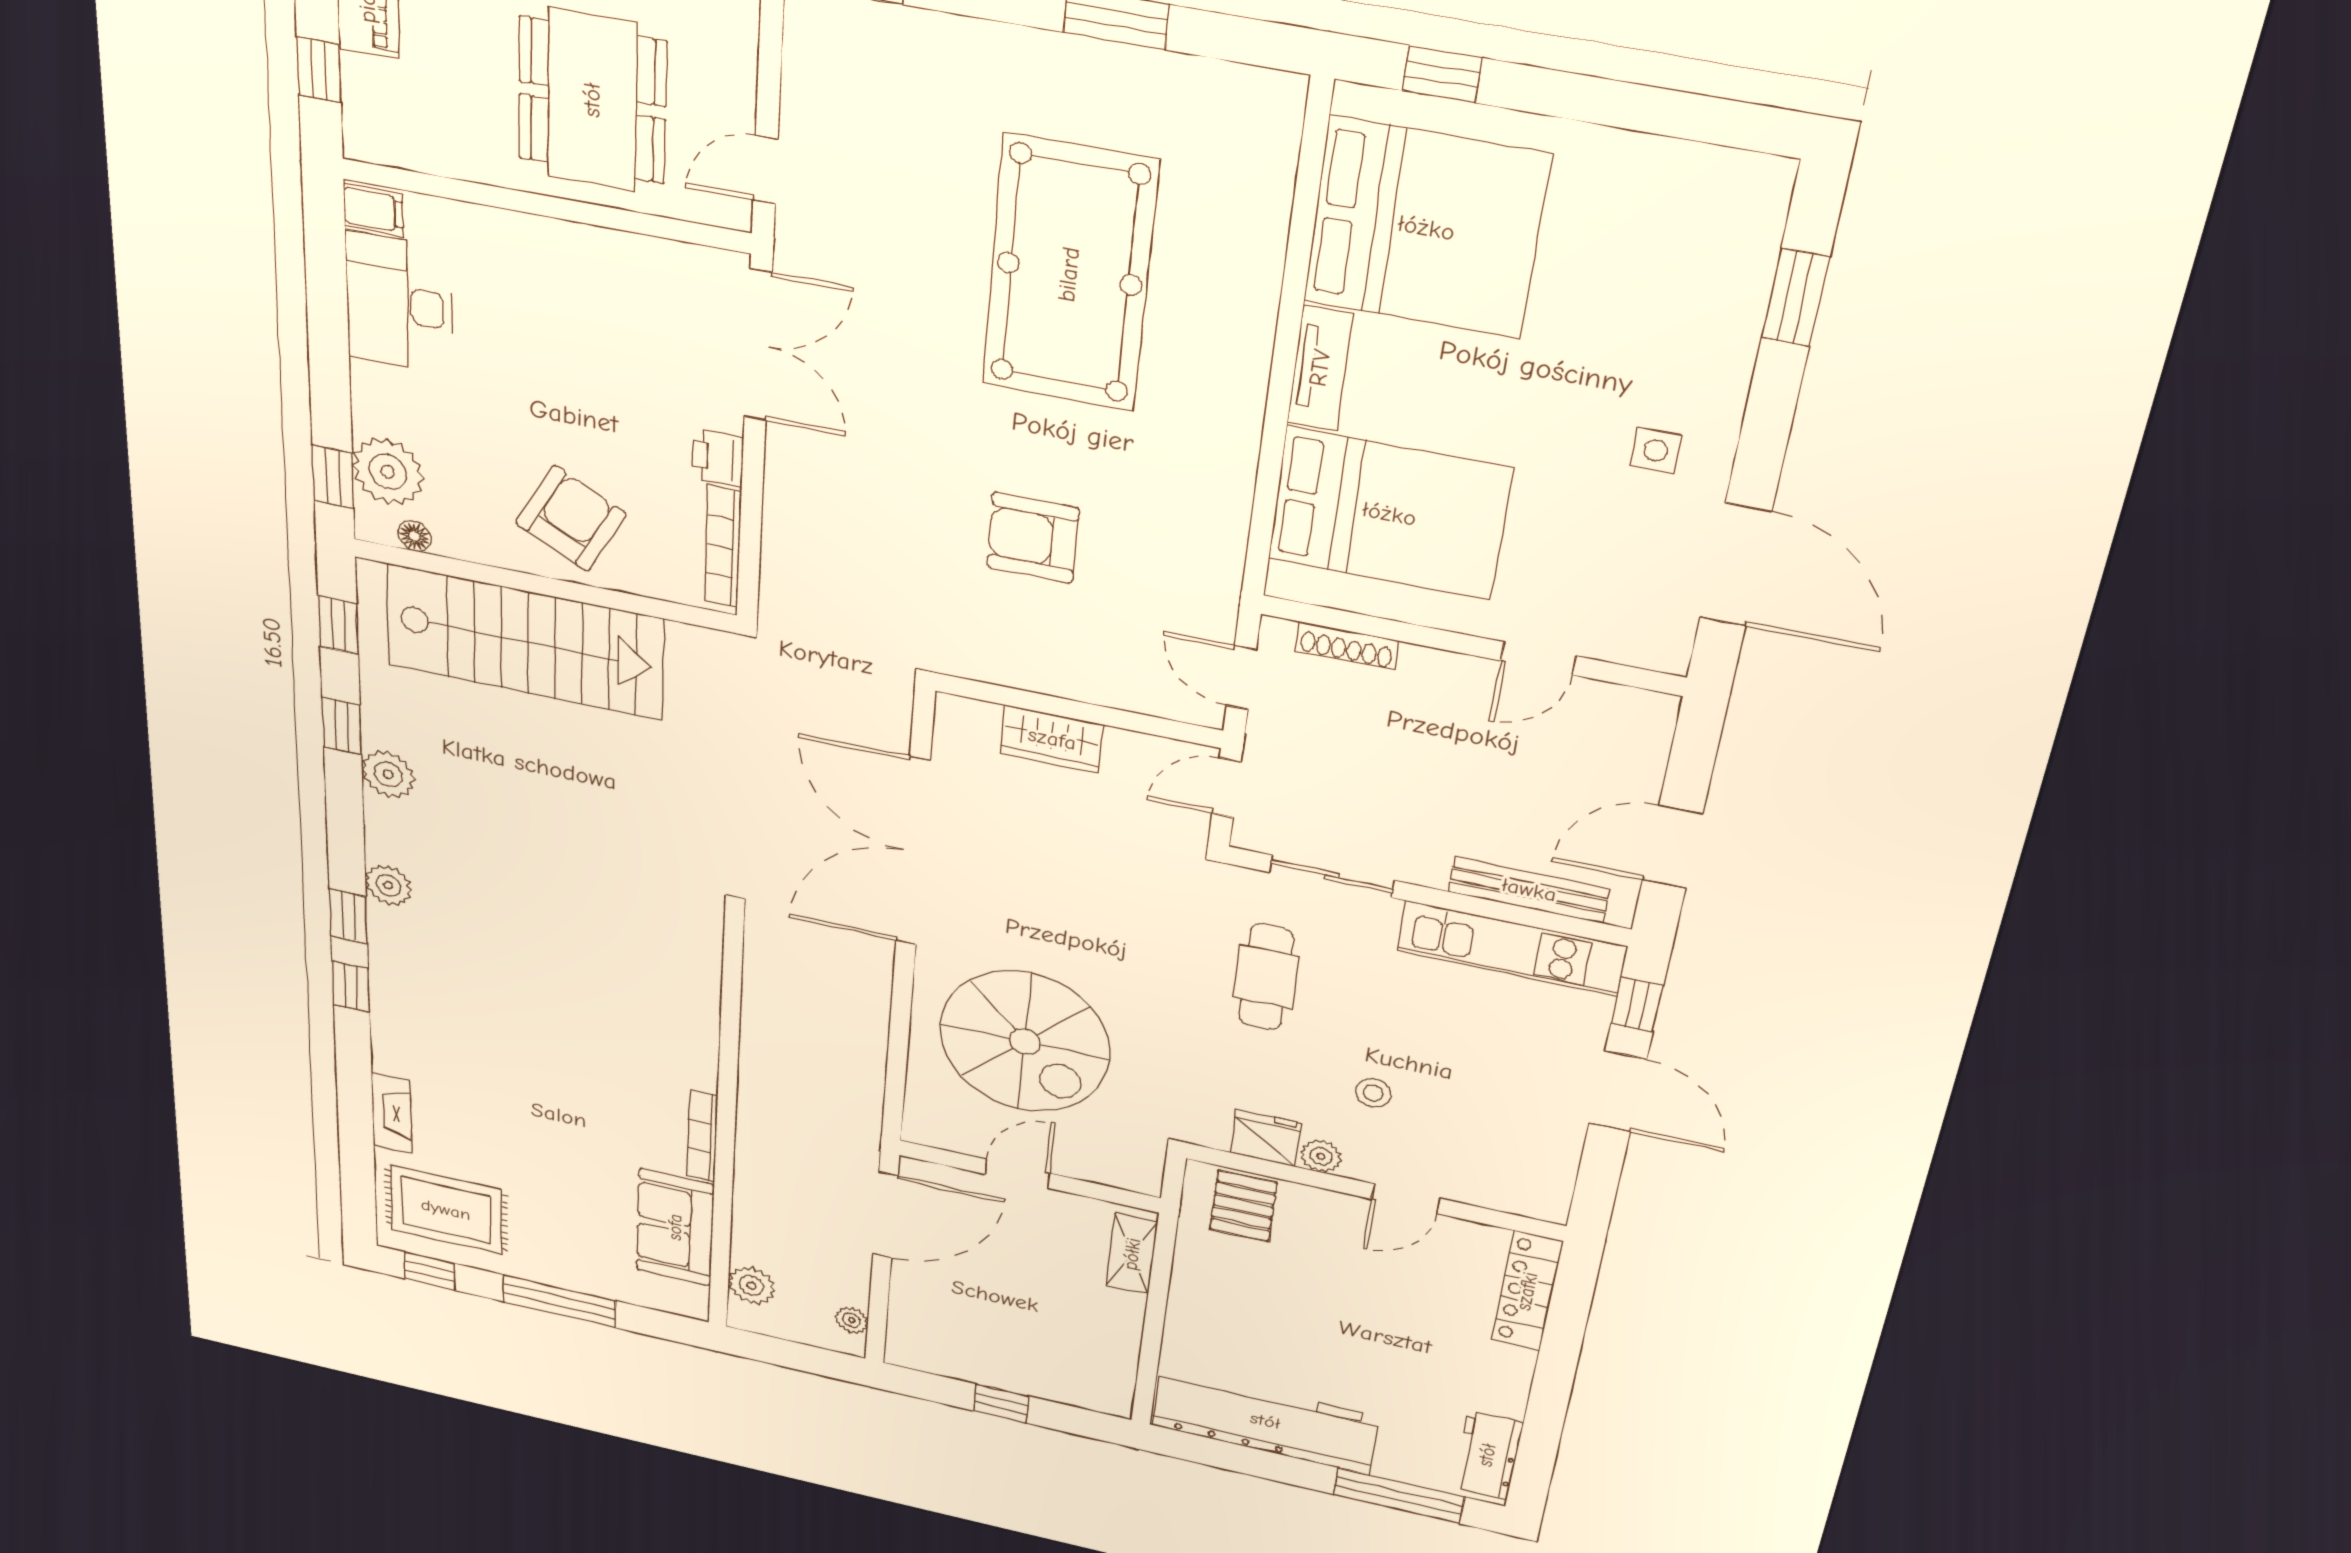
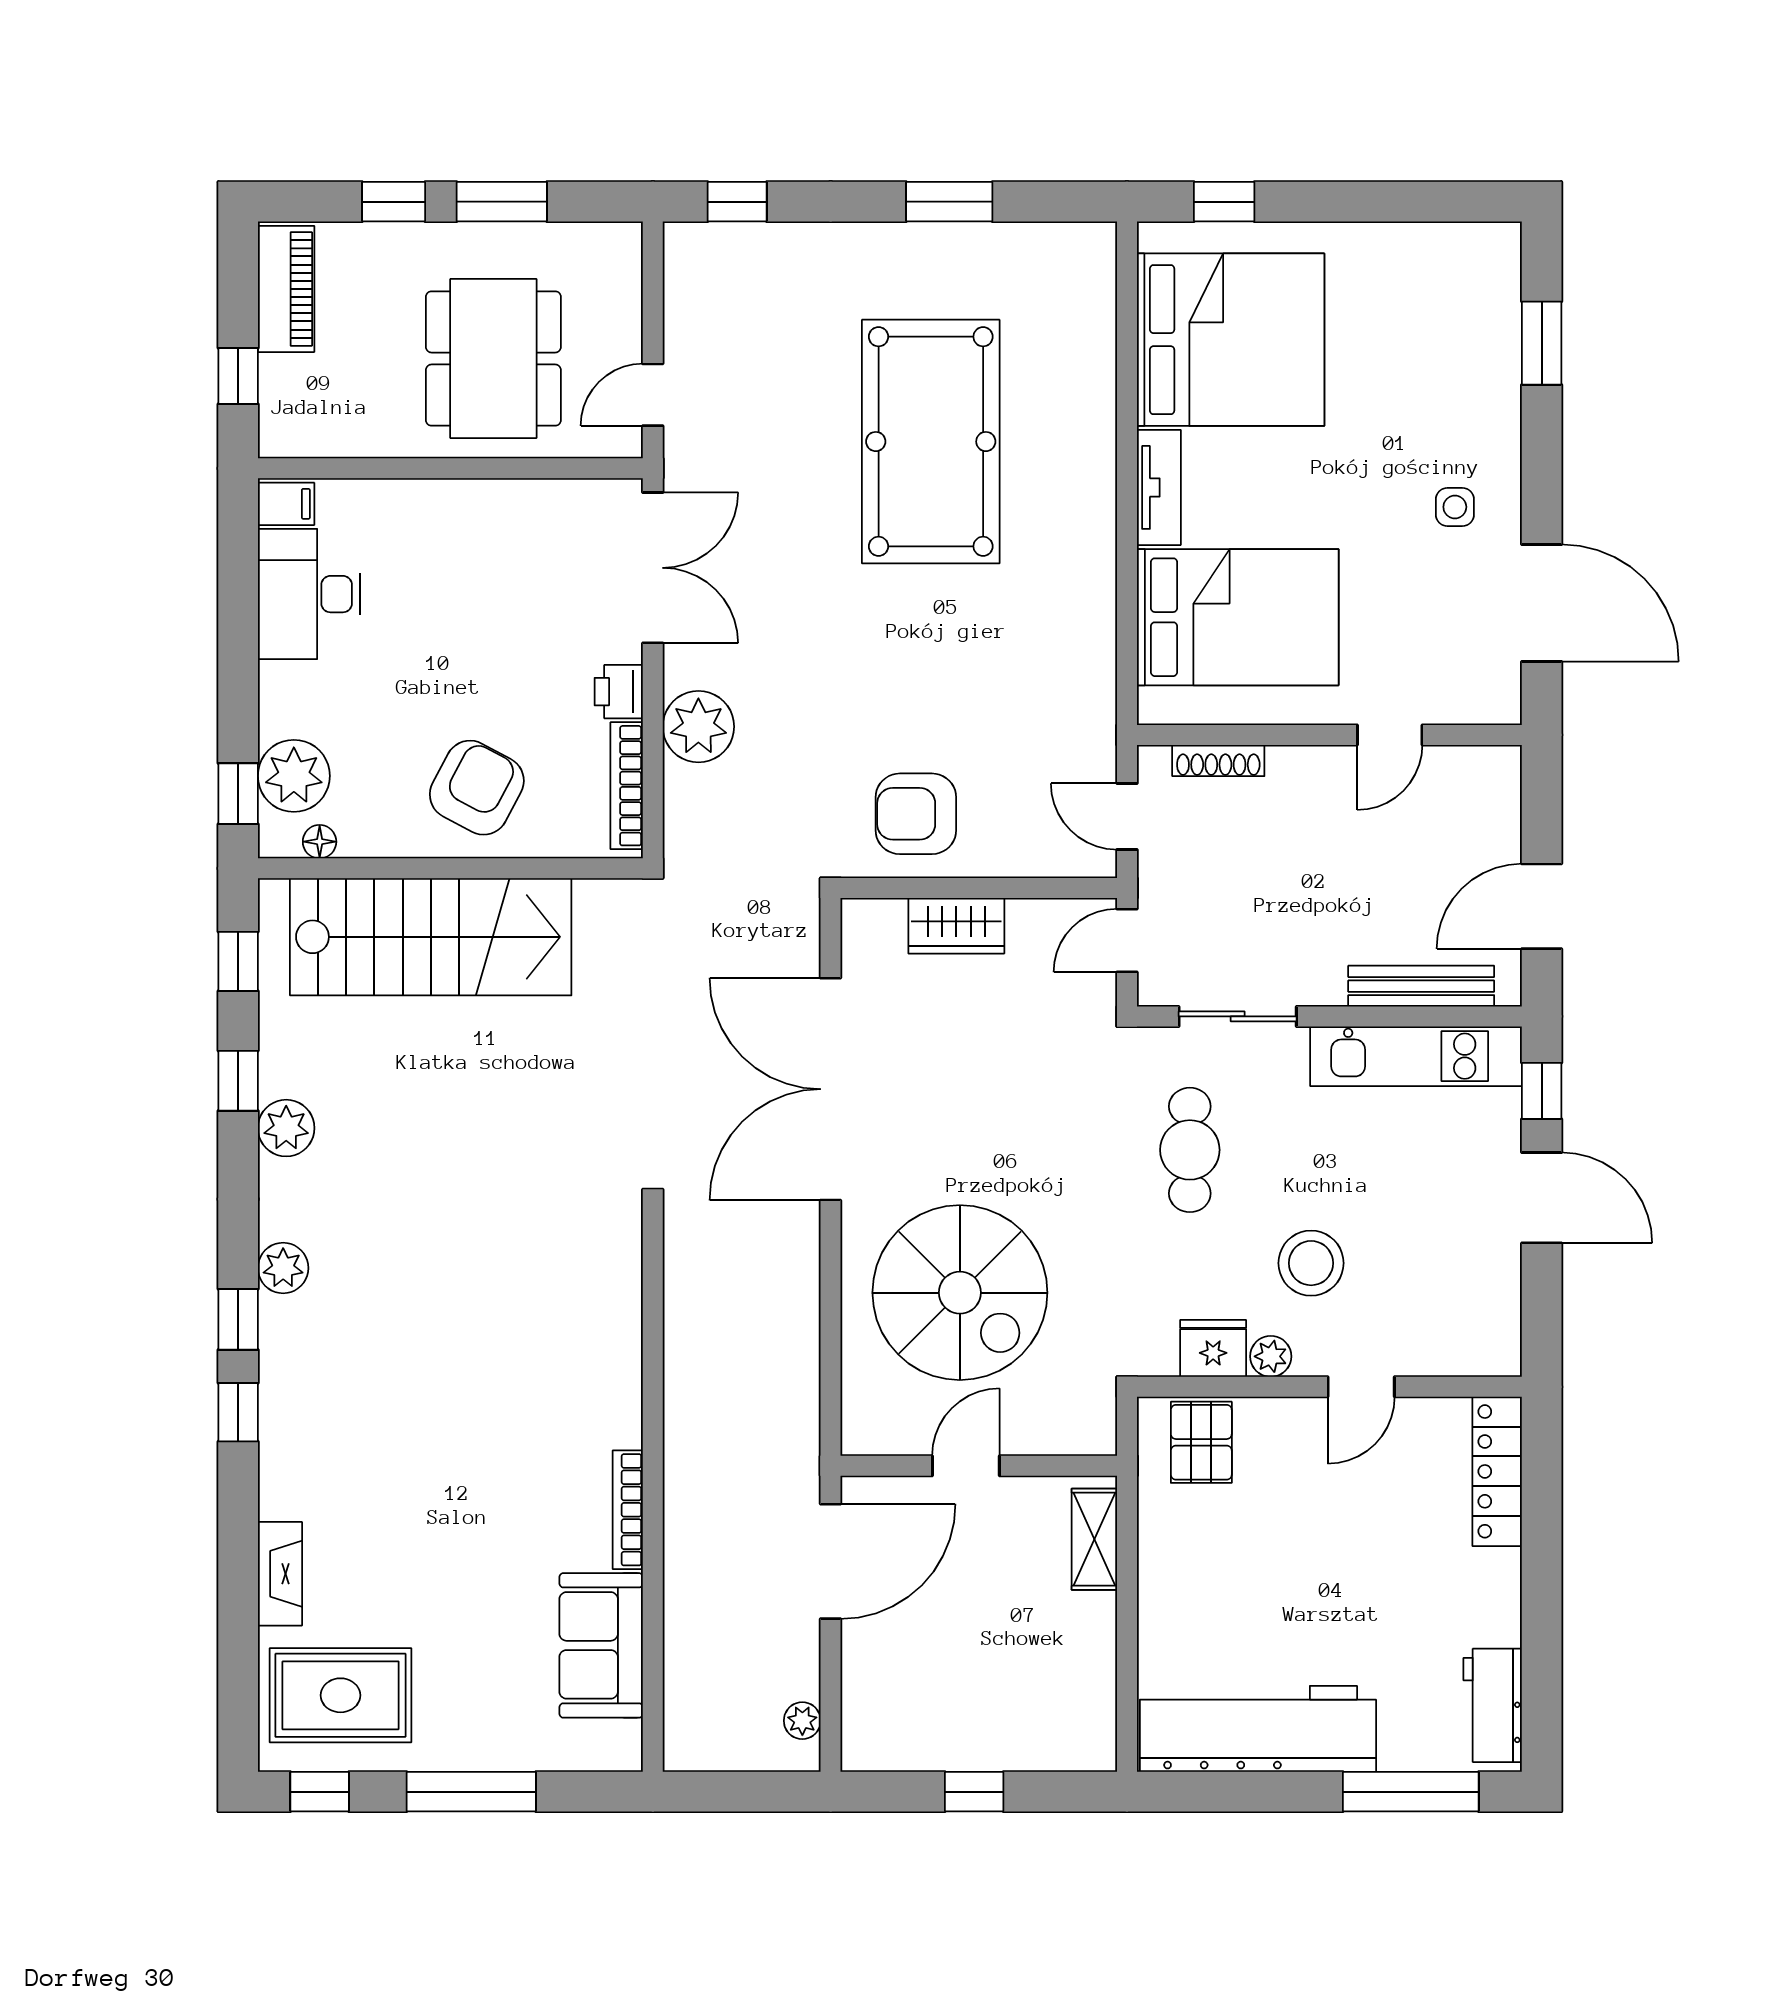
armchair: (1033, 538) -> (916, 814), moved
stool: (1373, 1093) -> (1311, 1263), width x1.89, depth x1.89
plant: (751, 1286) -> (698, 727), moved, width x1.36, depth x1.36

